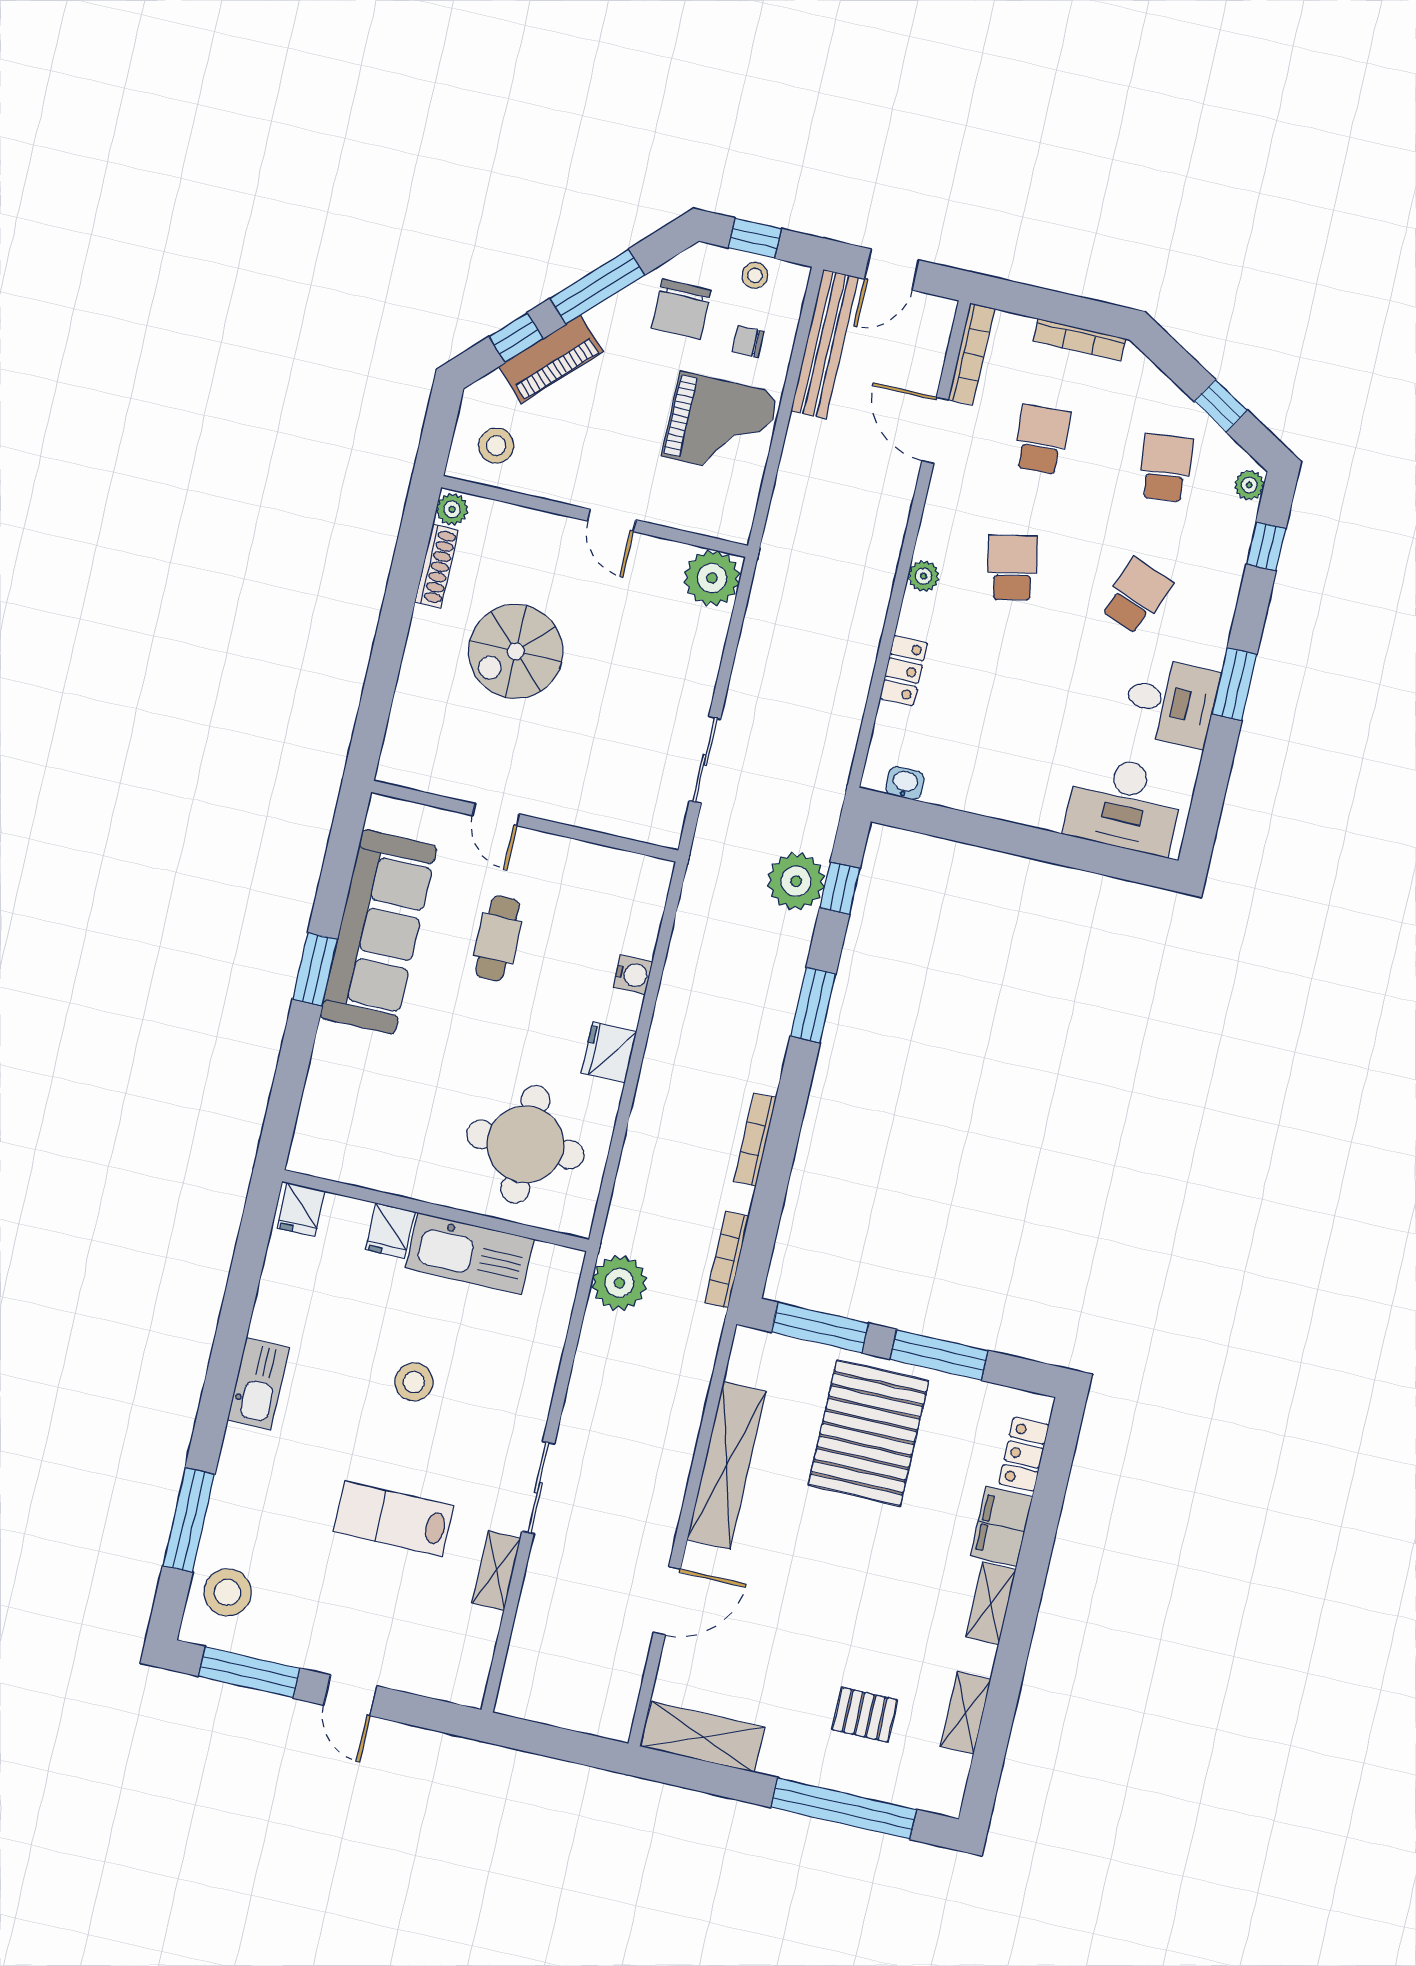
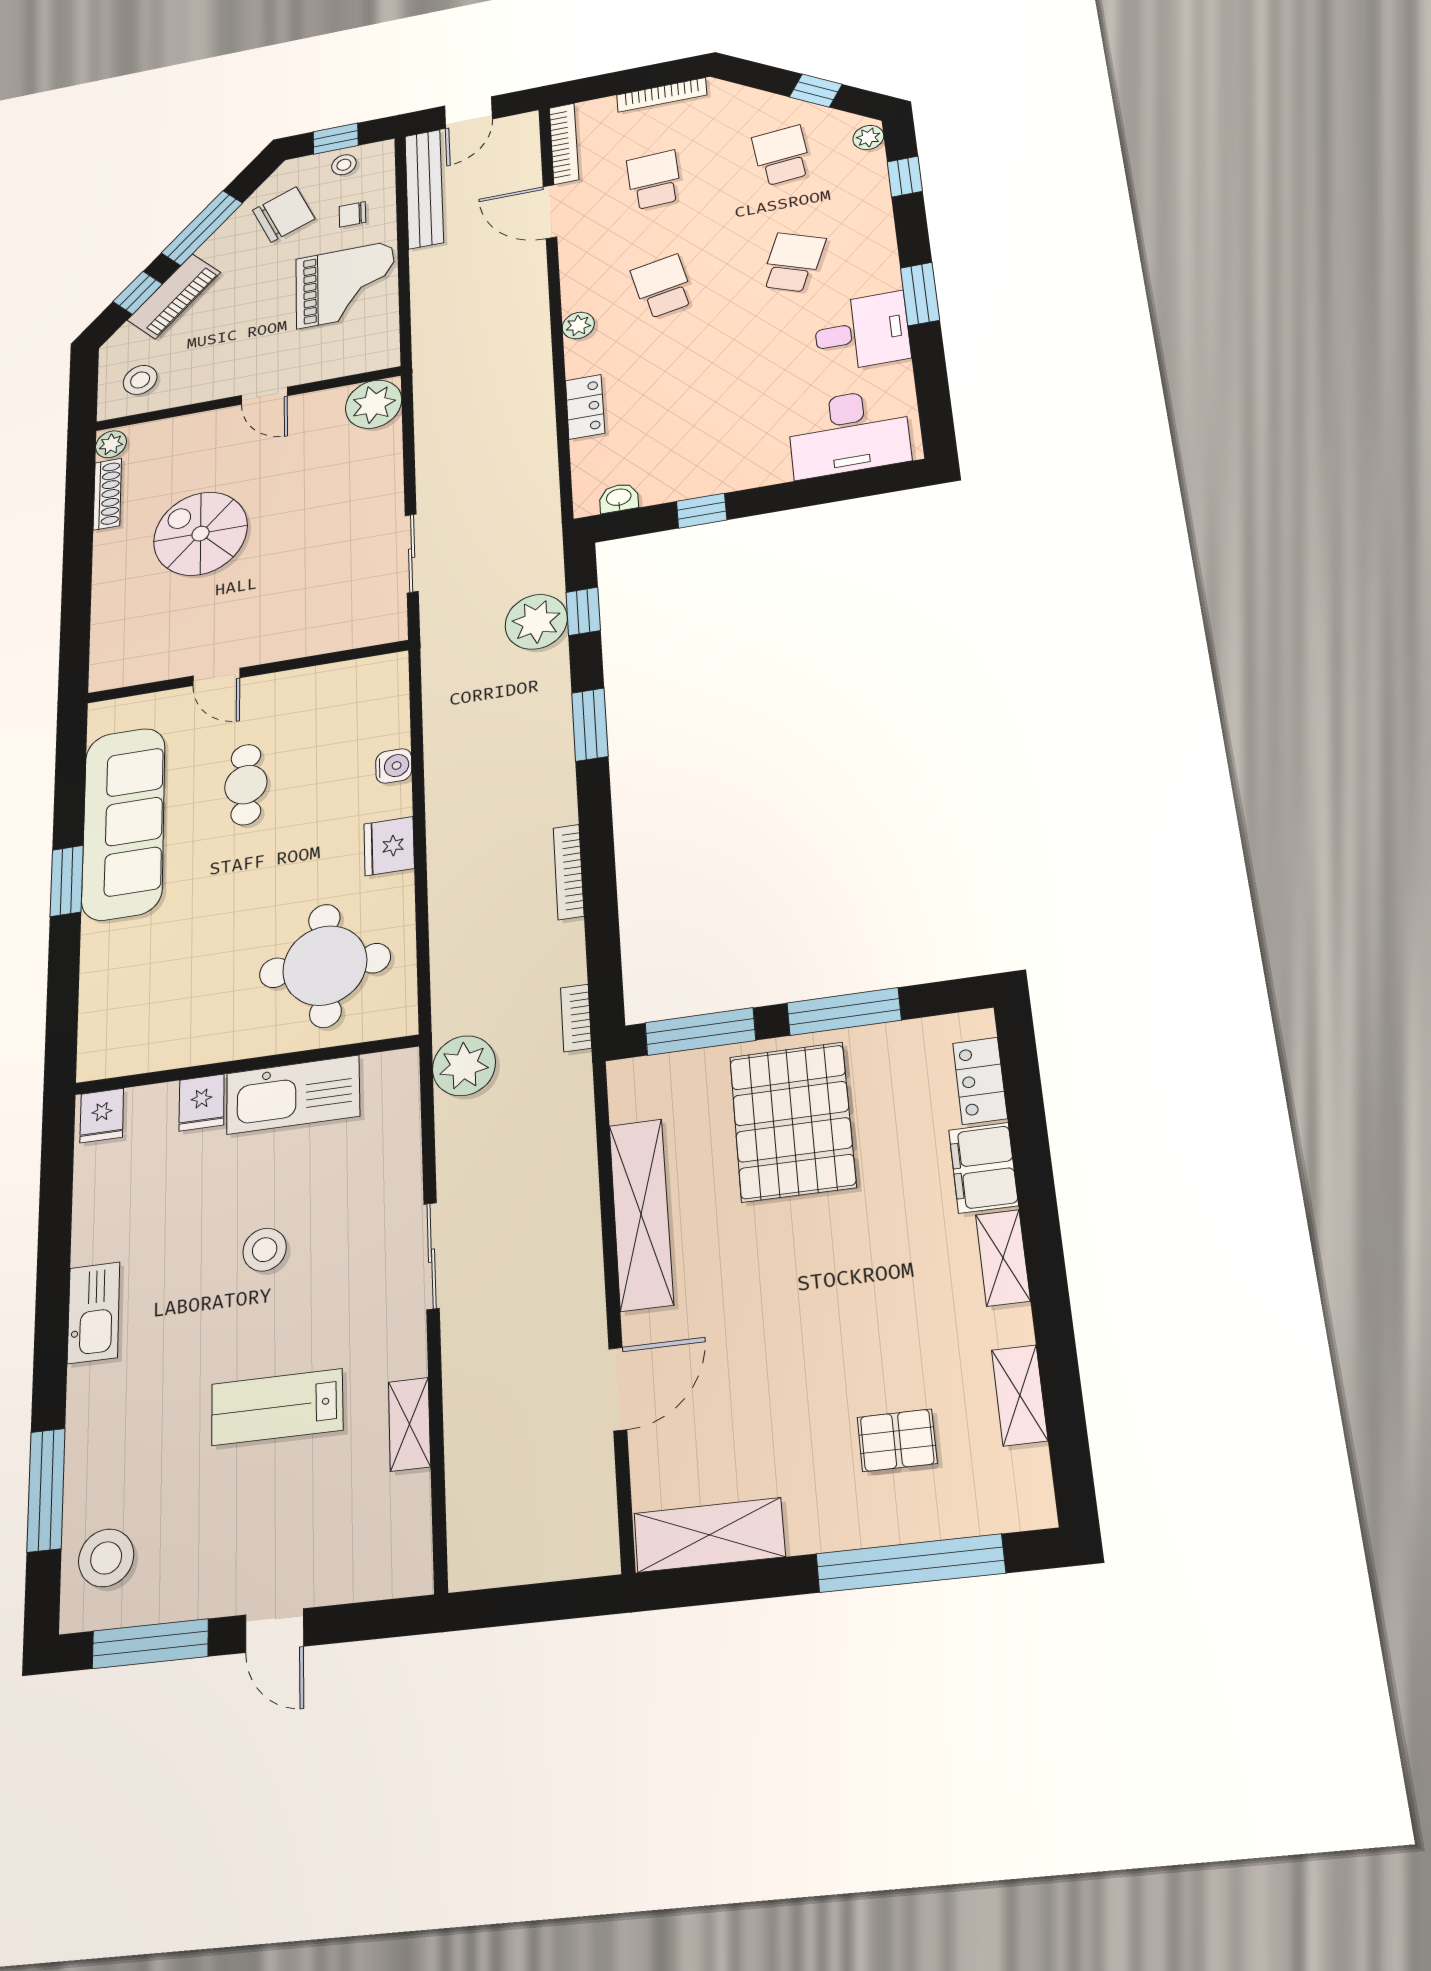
chair: (681, 309) -> (284, 215), turned -113
spiral stairs: (516, 651) -> (200, 534), turned 90
window: (973, 829) -> (702, 511), added
bookcase: (727, 1260) -> (576, 1018), width x0.64
sliding door: (538, 1488) -> (432, 1256), moved

